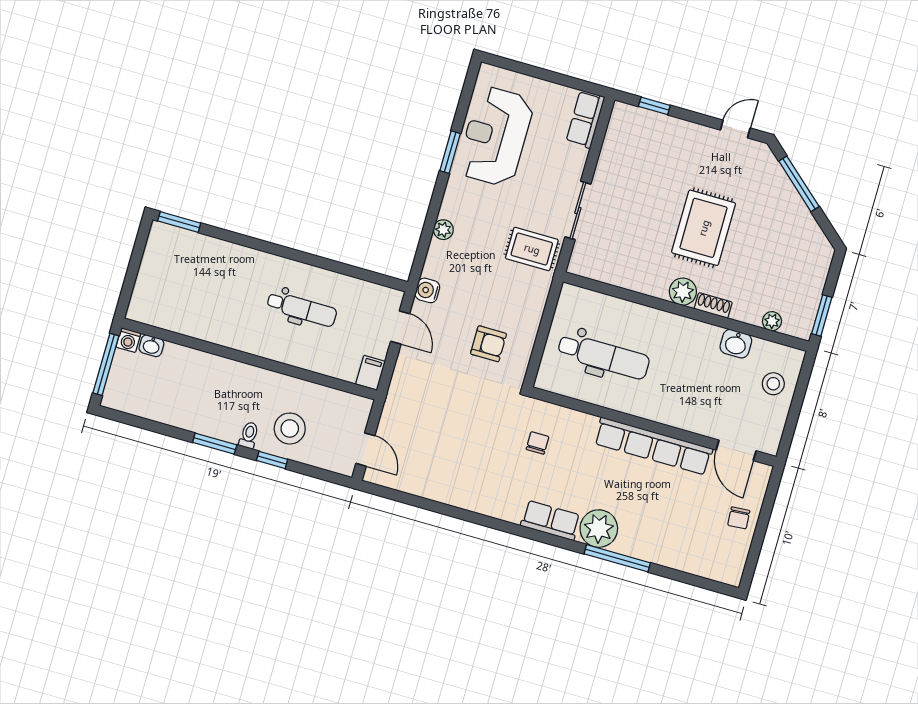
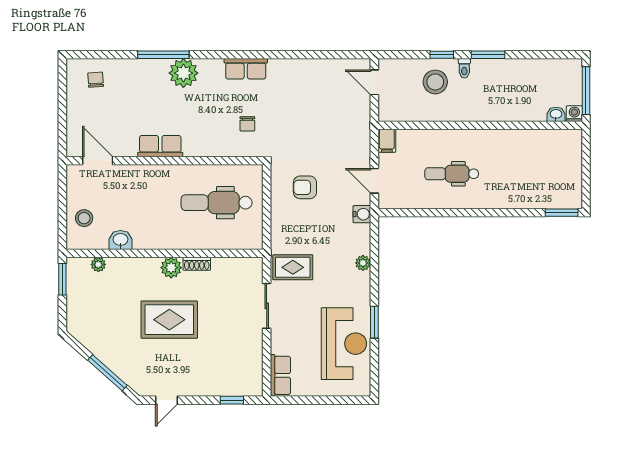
rug: (704, 228) -> (169, 320), turned 90
shoe rack: (713, 305) -> (197, 264), moved
row of seats: (653, 446) -> (160, 146), width x0.50
chair: (739, 518) -> (96, 80), moved
row of seats: (551, 520) -> (246, 69), moved

